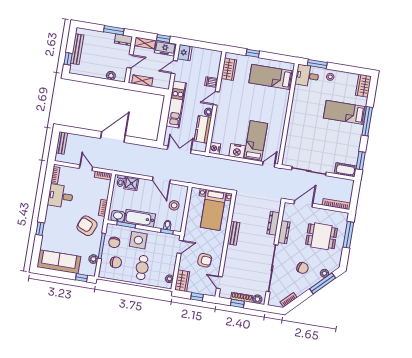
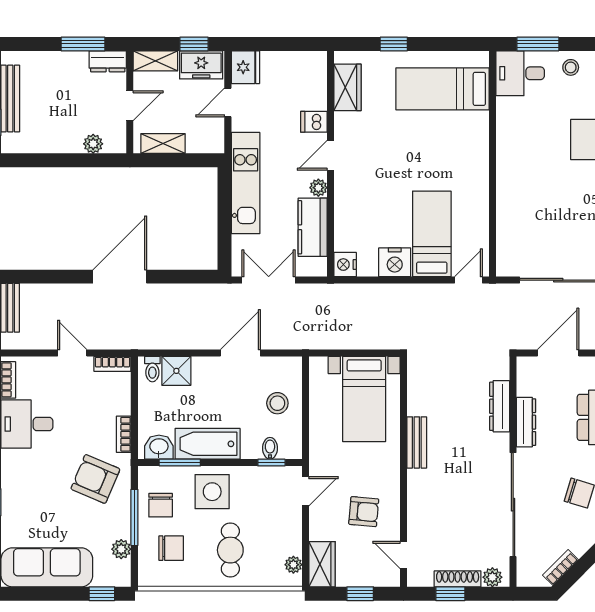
door: (161, 180) -> (240, 353), swing flipped

